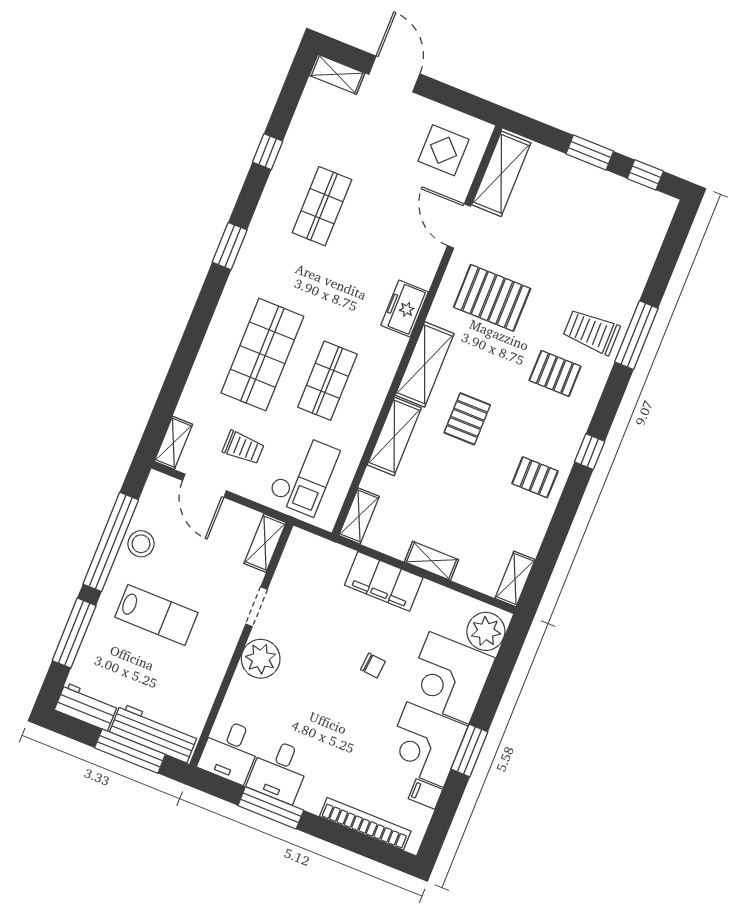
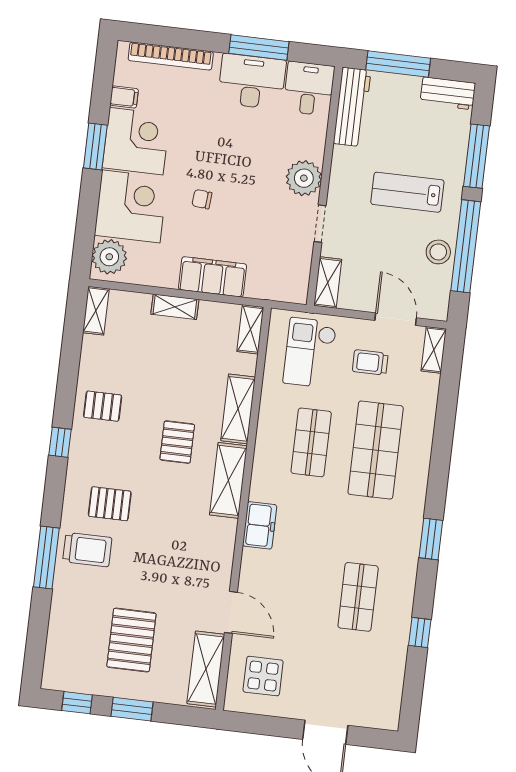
shelving: (337, 74) -> (376, 718), removed
pallet: (492, 298) -> (131, 640), moved, turned 90
workbench: (154, 733) -> (352, 107), moved, turned -90
desk: (279, 771) -> (252, 82), width x1.37

